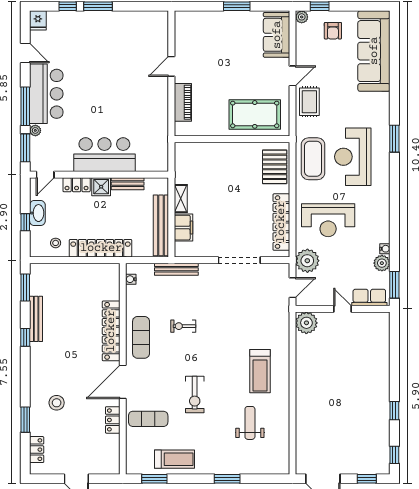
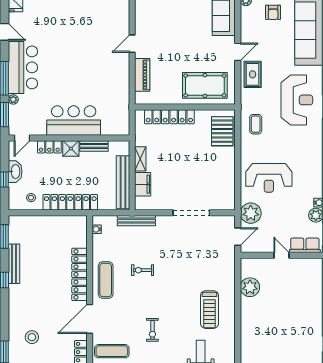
reception desk: (353, 157) -> (297, 100), moved, turned 180
coffee table: (313, 159) -> (256, 124), width x0.54, depth x0.58
locker: (281, 222) -> (169, 117), moved, turned -90
plant: (306, 323) -> (250, 287), moved
exercise bike: (195, 394) -> (152, 330), width x0.73, depth x0.72

